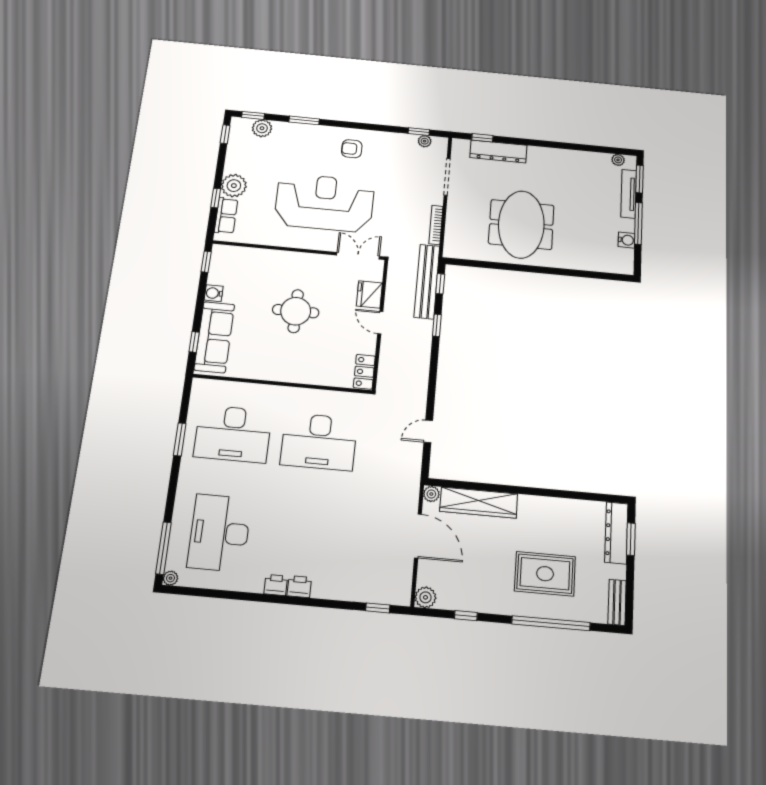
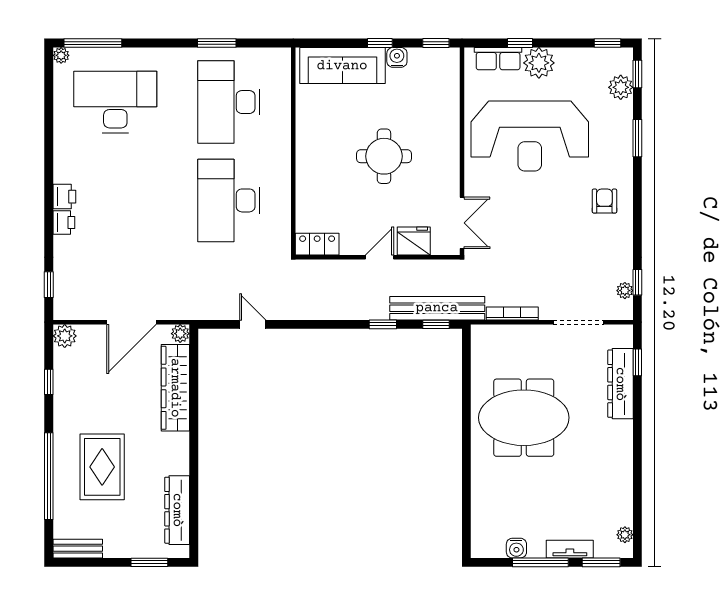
tv unit: (629, 194) -> (570, 549), width x0.71
reception desk: (324, 203) -> (530, 136), moved, turned 90
window: (194, 342) -> (380, 43), moved
dresser: (616, 533) -> (177, 510), moved, turned -90
printer: (276, 585) -> (64, 222), moved

